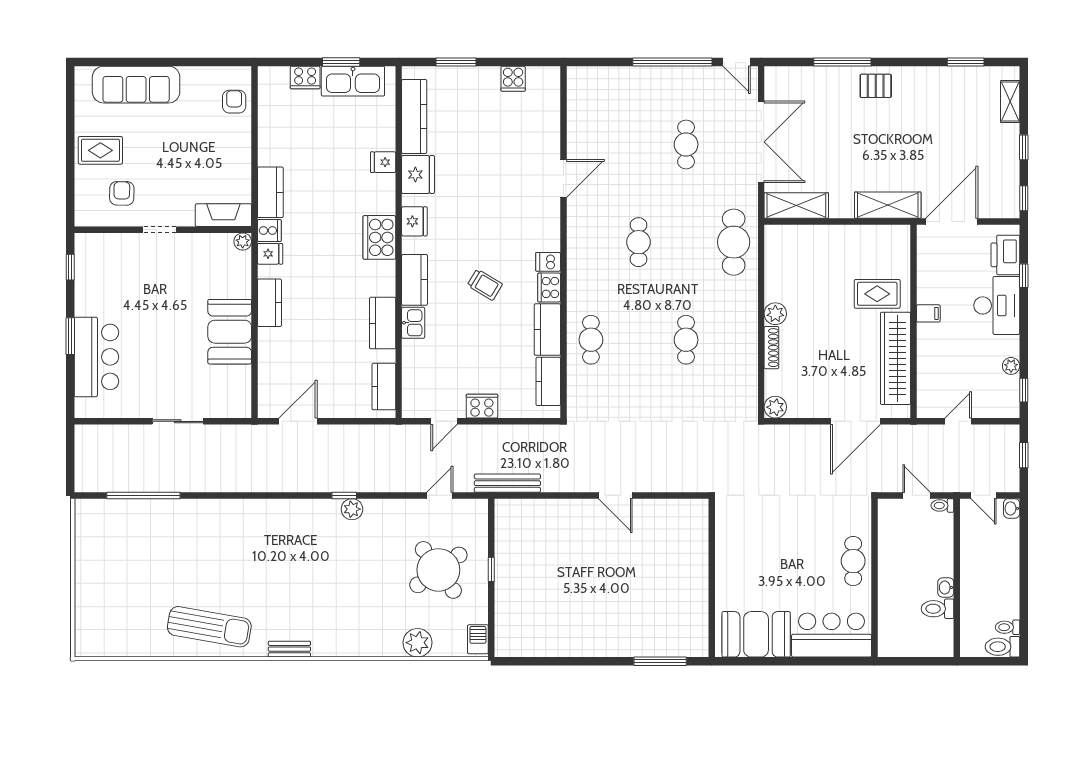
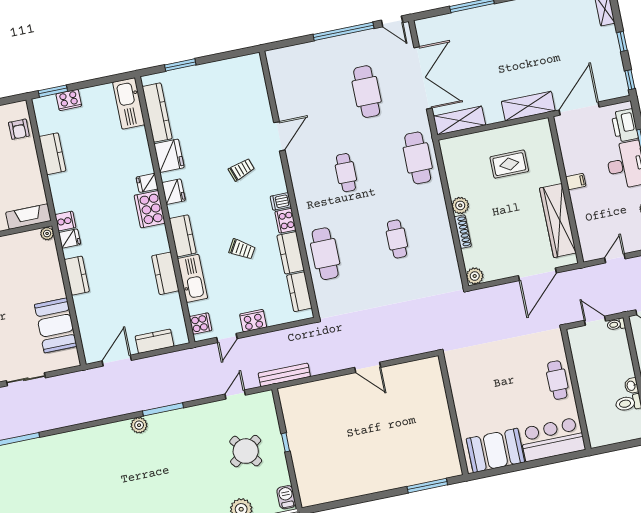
window: (341, 62) -> (53, 91), moved
cooker: (513, 79) -> (201, 323), moved, turned -90
kitchen sink: (353, 81) -> (129, 103), moved, turned 90
pallet: (876, 86) -> (501, 18), removed
armchair: (234, 102) -> (19, 129), turned 180
cafe table: (686, 144) -> (367, 92), width x1.37, depth x1.35
fridge: (383, 162) -> (147, 183), moved
kitchen counter: (270, 192) -> (52, 154), moved
trolley: (507, 211) -> (241, 170), added
trolley: (485, 285) -> (242, 249), moved
rug: (877, 294) -> (509, 164), moved
kitchen sink: (413, 323) -> (192, 278), width x1.88, depth x1.24
booth: (230, 332) -> (56, 325), moved
cafe table: (591, 340) -> (325, 254), width x1.37, depth x1.35
kitchen counter: (384, 387) -> (154, 341), moved, turned 90
window: (344, 495) -> (163, 409), width x2.17
plant: (352, 509) -> (139, 425), moved
round table: (438, 570) -> (246, 451), width x0.73, depth x0.73

